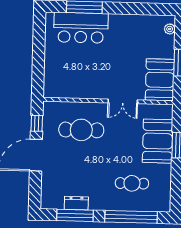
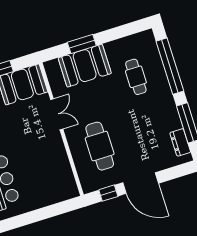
dresser: (76, 203) -> (180, 142), moved

